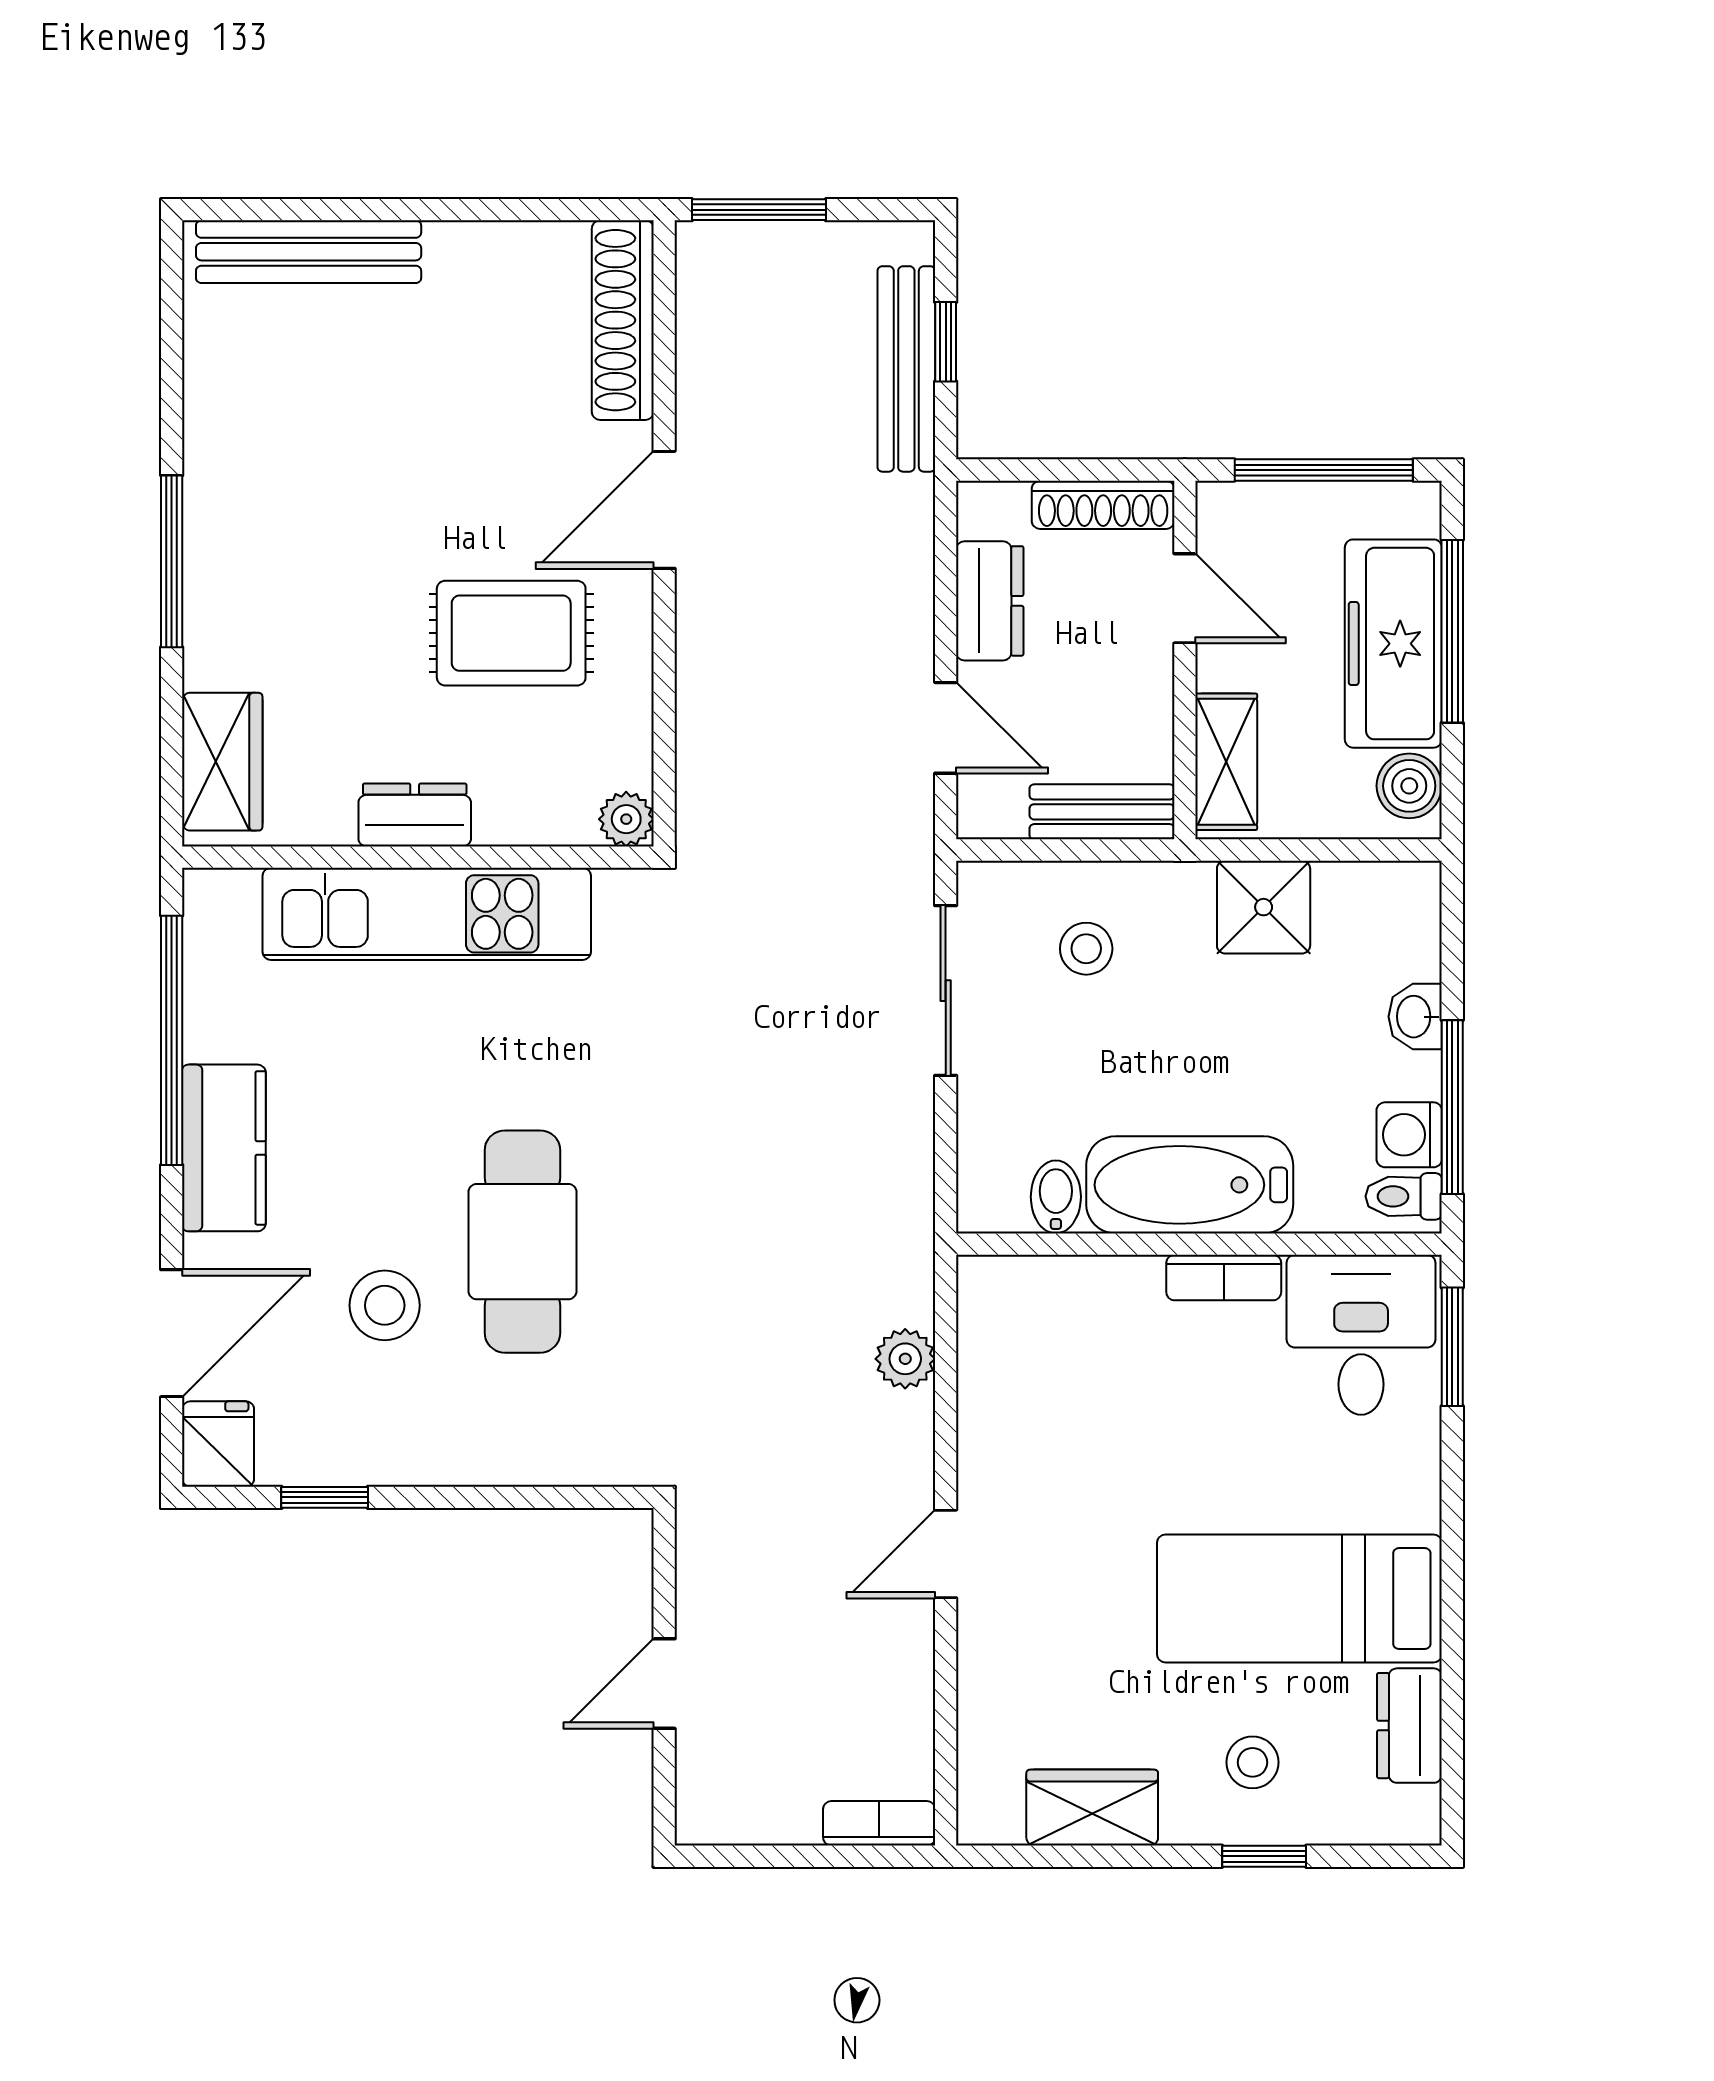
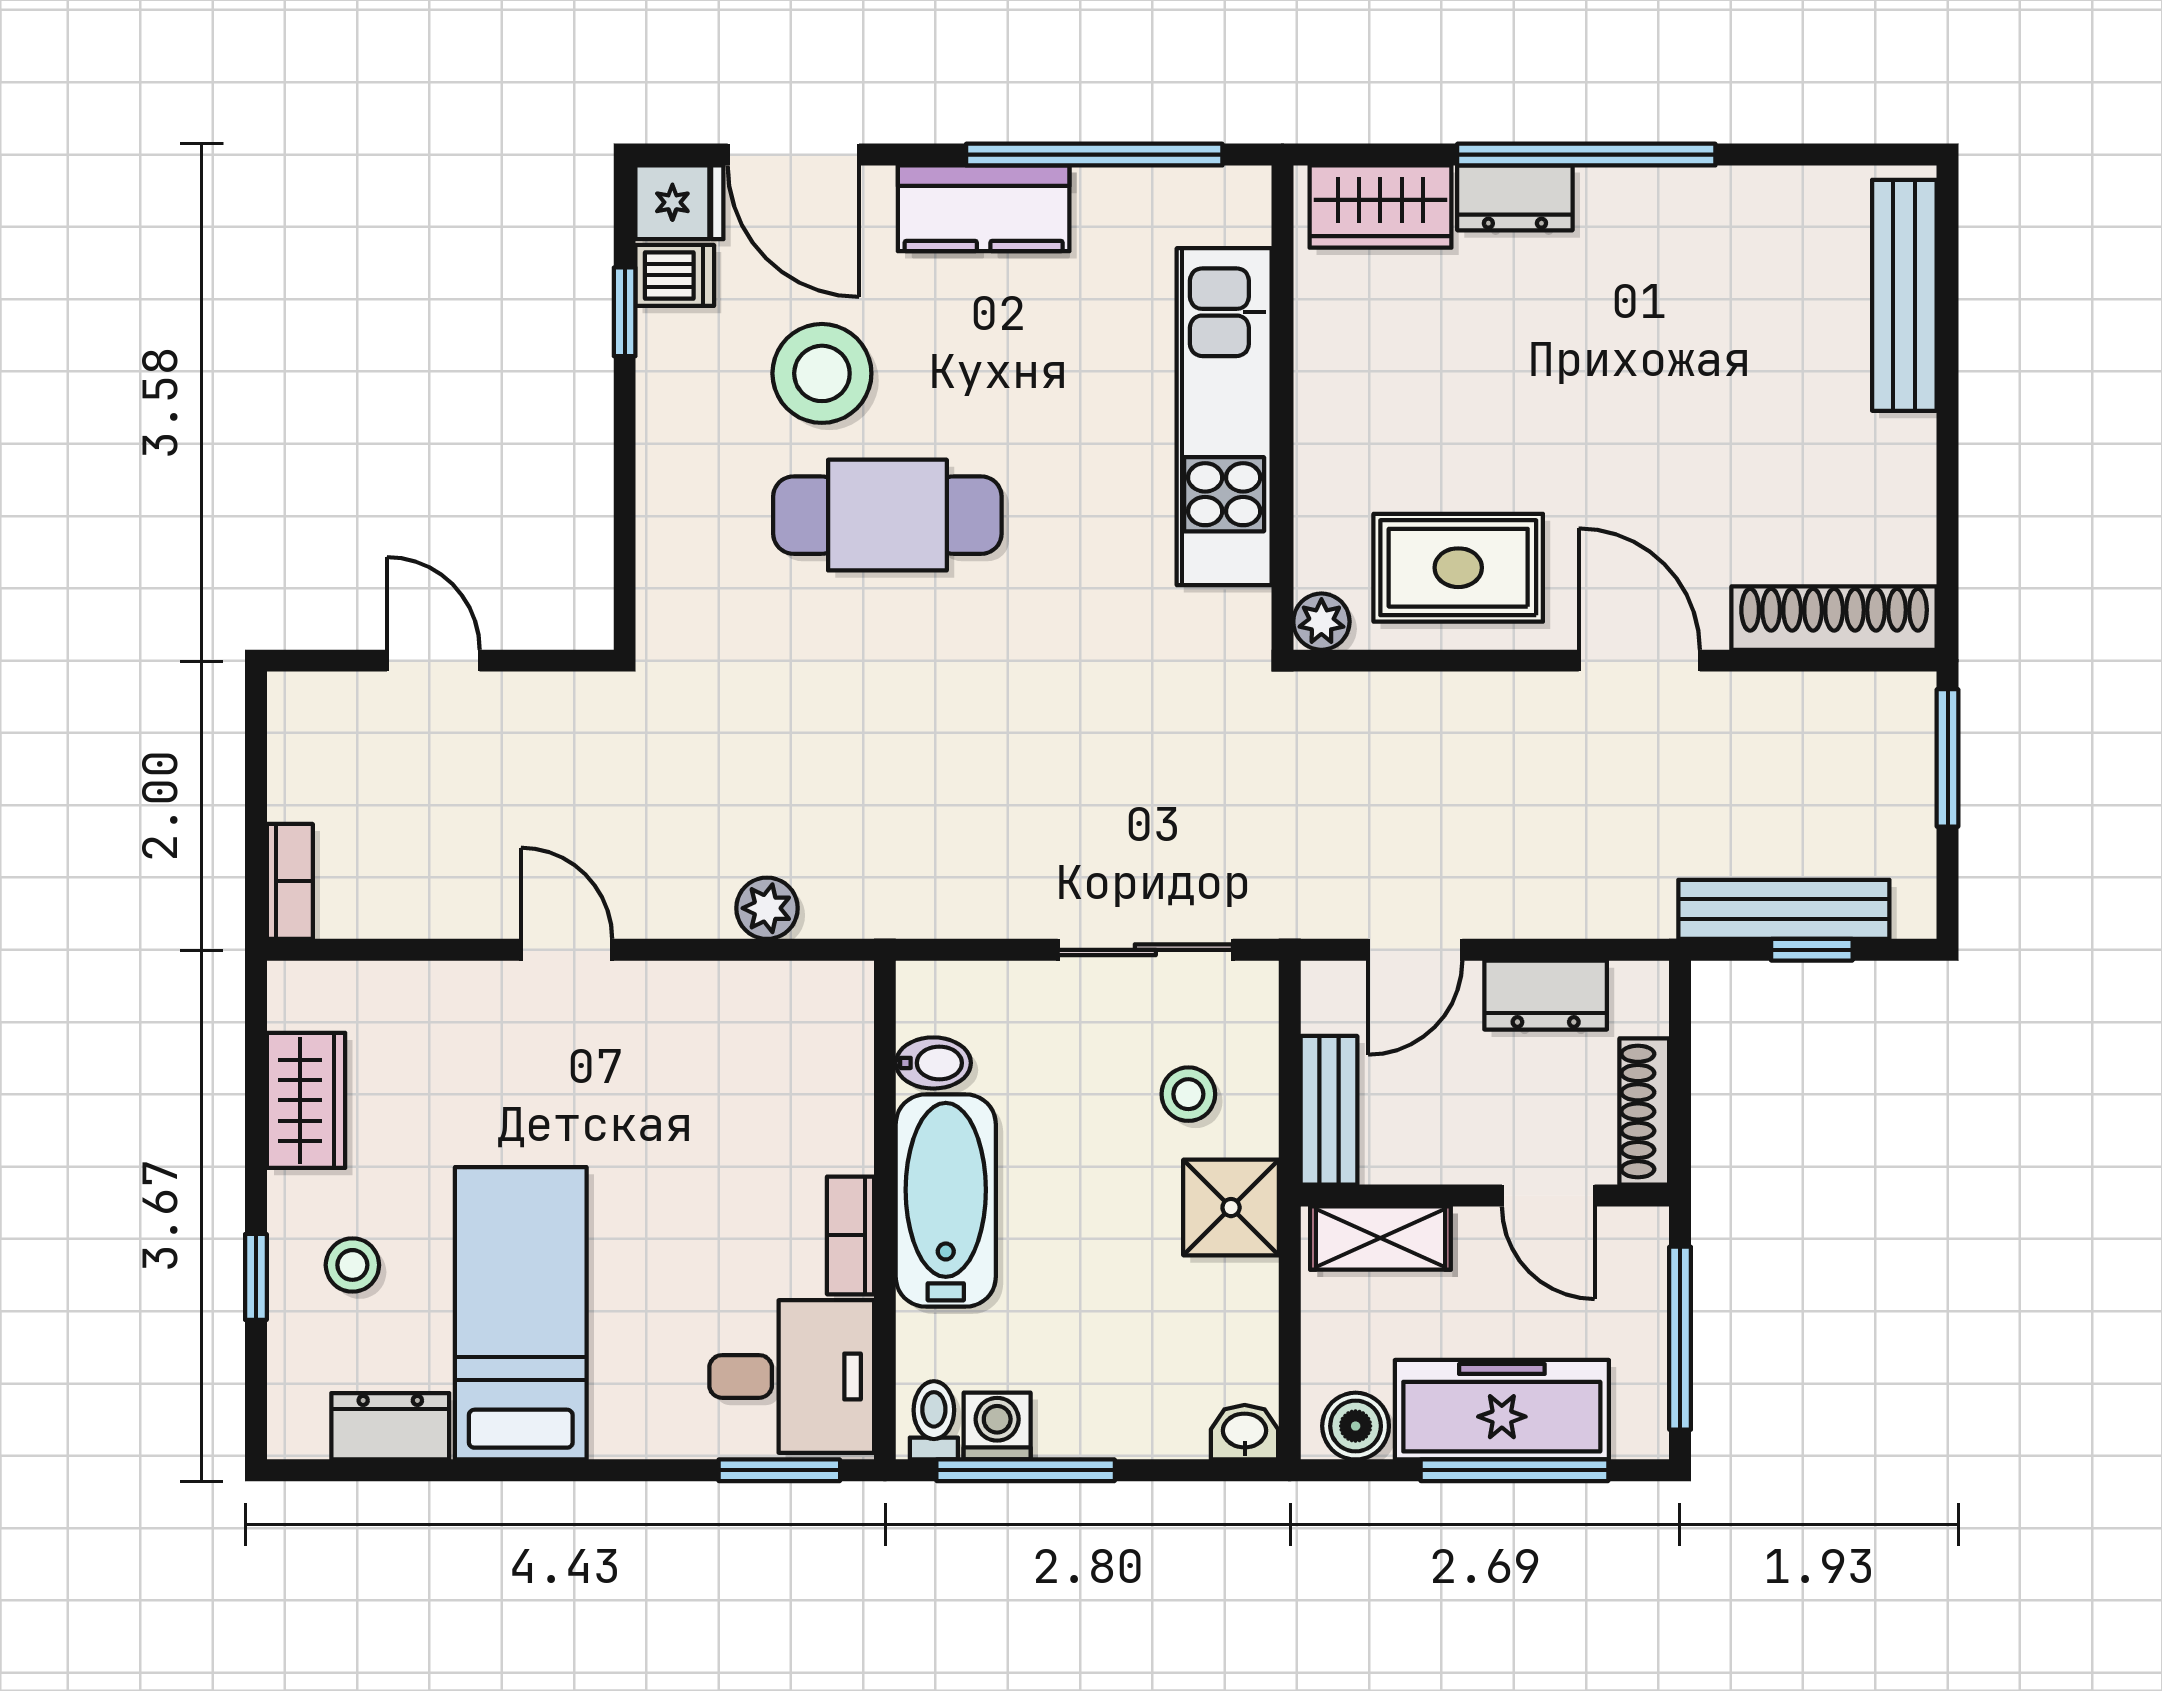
window: (172, 561) -> (1586, 155), width x1.46
door: (1185, 598) -> (1548, 1196), hinge flipped
rug: (511, 633) -> (1458, 568), moved, turned 90
dresser: (415, 815) -> (1515, 198), moved, turned 90
shower: (1264, 907) -> (1231, 1208), moved
washbasin: (1415, 1017) -> (1245, 1432), moved
stool: (385, 1305) -> (822, 373), width x1.38, depth x1.38
dishwasher: (289, 1449) -> (675, 275), added

